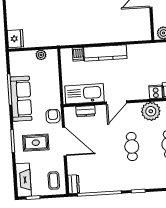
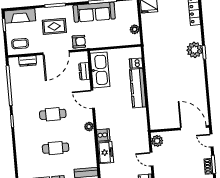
plant: (151, 111) -> (89, 127), width x0.53, depth x0.53
rug: (36, 143) -> (54, 26), turned 90
dresser: (74, 184) -> (28, 61), moved

